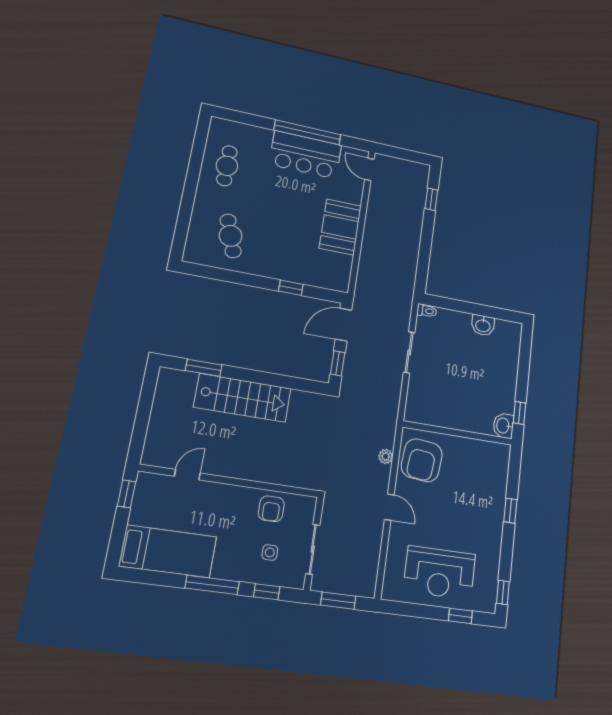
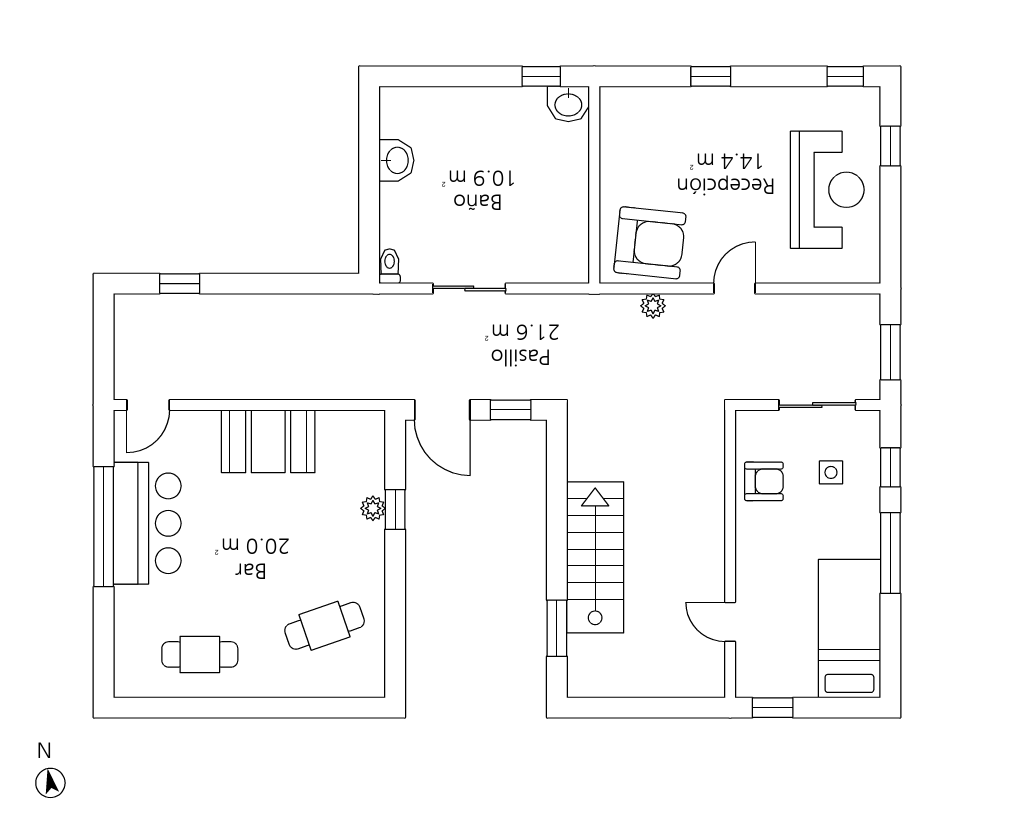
plant: (294, 276) -> (373, 508), added

